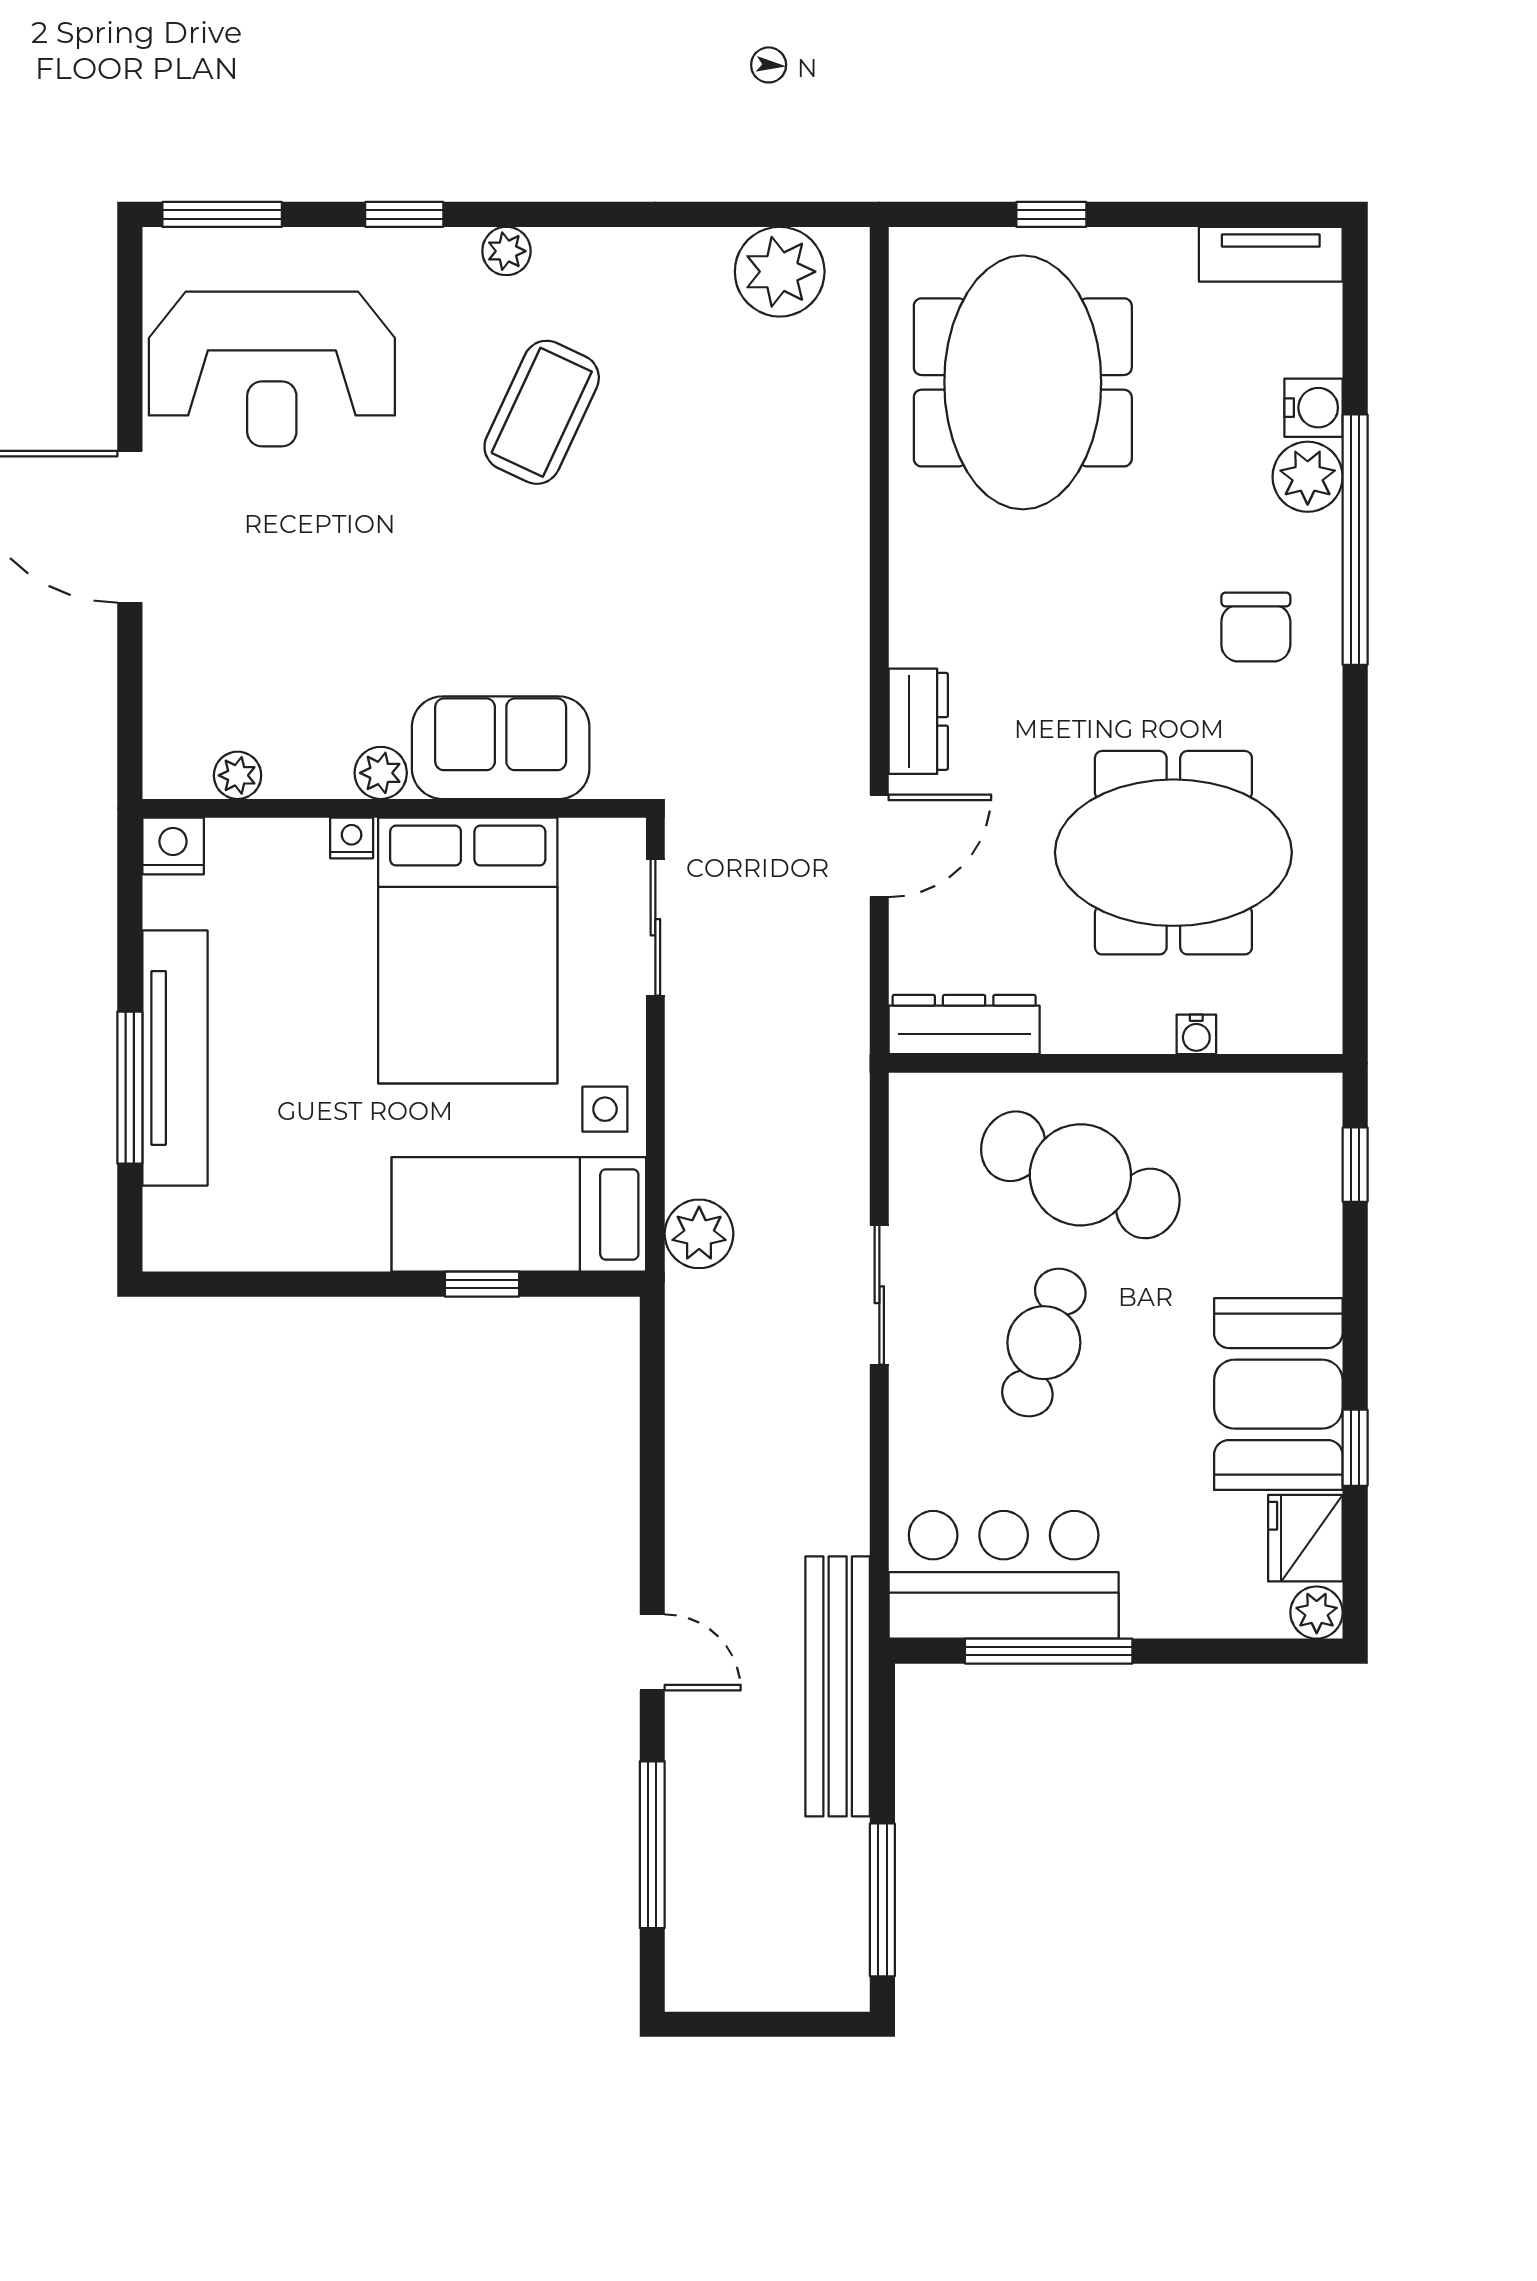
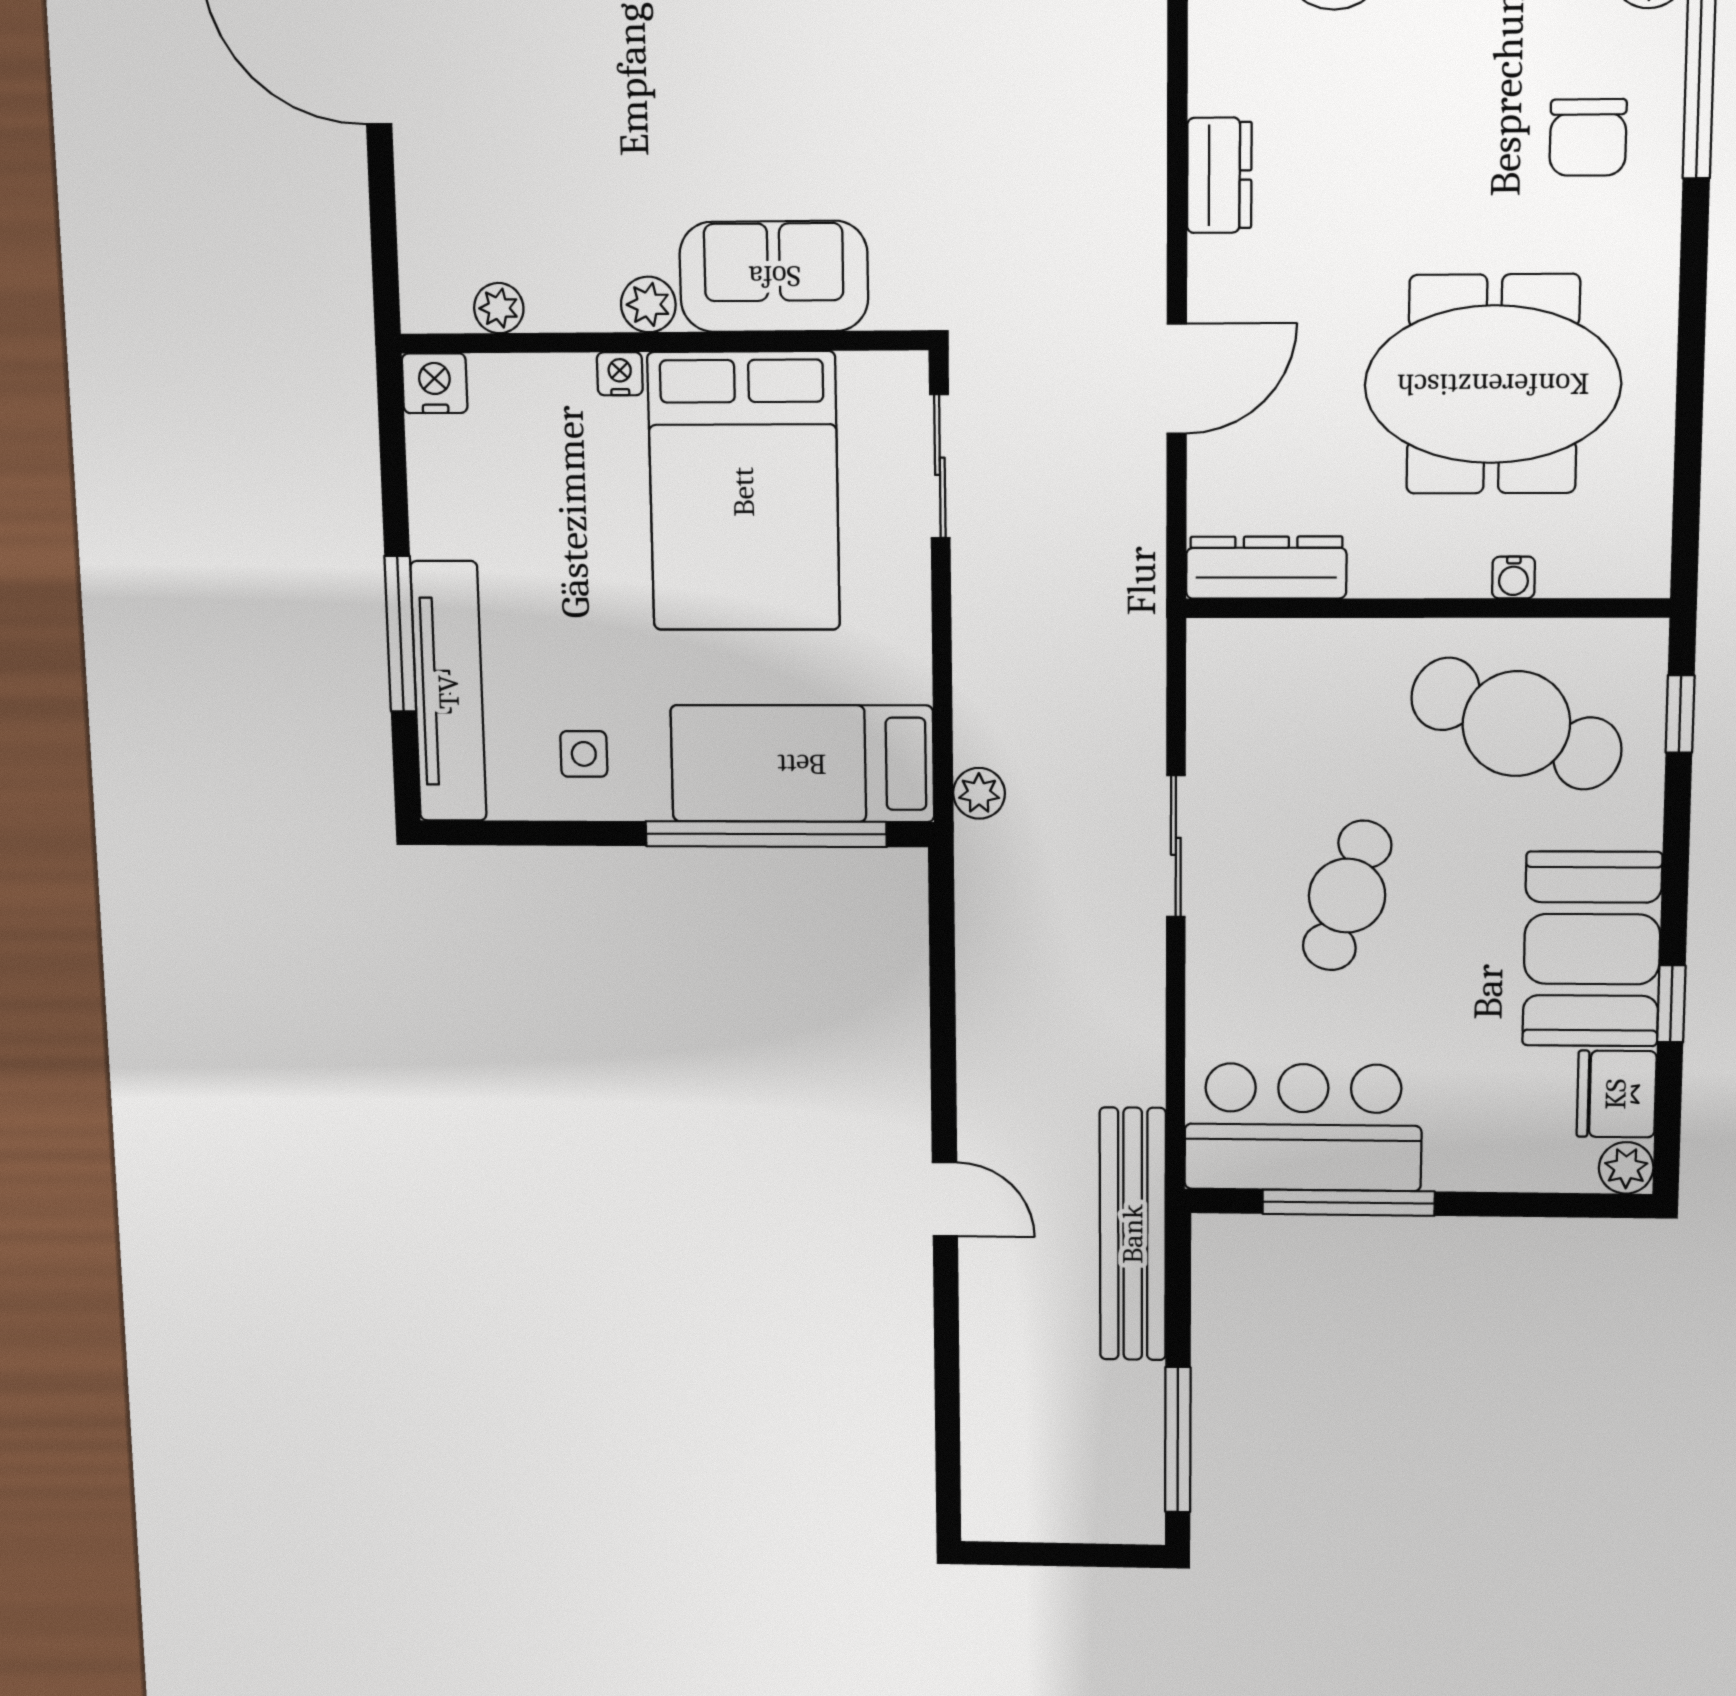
dresser: (918, 721) -> (1219, 175), moved
tv unit: (175, 1058) -> (449, 692), moved
side table: (605, 1109) -> (584, 754), moved
cafe table: (1080, 1175) -> (1516, 724), moved
plant: (699, 1234) -> (979, 793), width x0.73, depth x0.73
window: (482, 1284) -> (766, 834), width x3.17
window: (652, 1845) -> (947, 1384), removed

